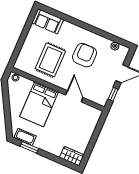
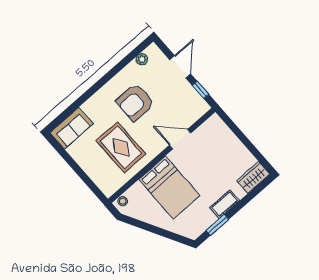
armchair: (85, 55) -> (135, 102), turned -90
cot: (25, 137) -> (225, 204), moved

